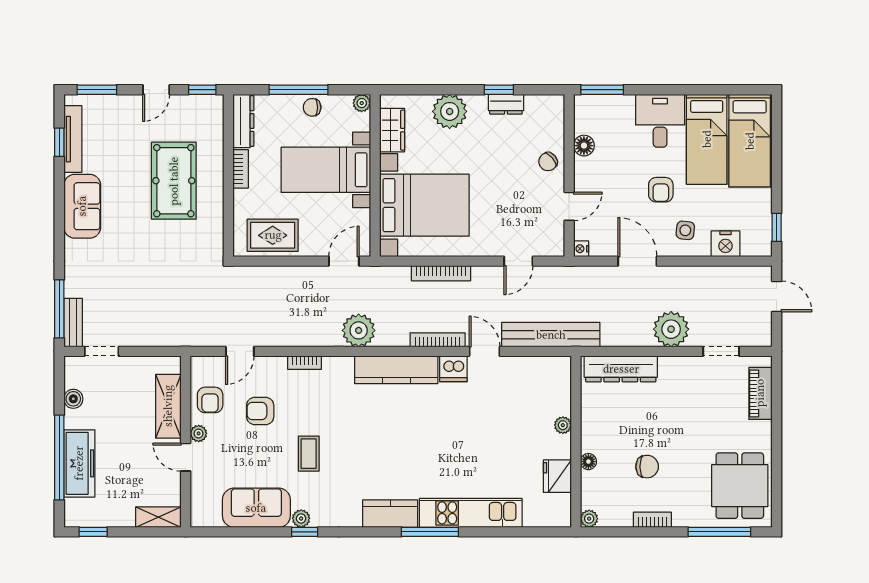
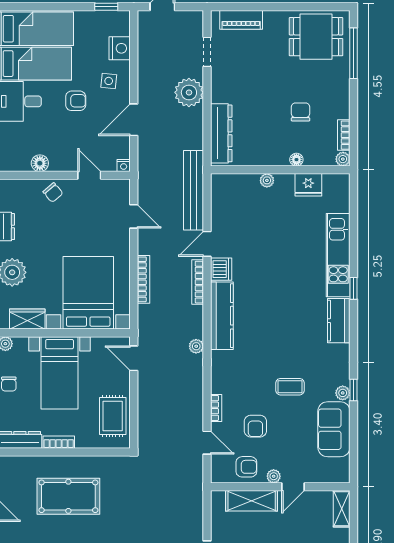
plant: (359, 330) -> (196, 346), width x0.53, depth x0.53
bookcase: (305, 363) -> (216, 408), moved
bookcase: (652, 520) -> (344, 135), moved
window: (430, 532) -> (354, 288), width x0.46

